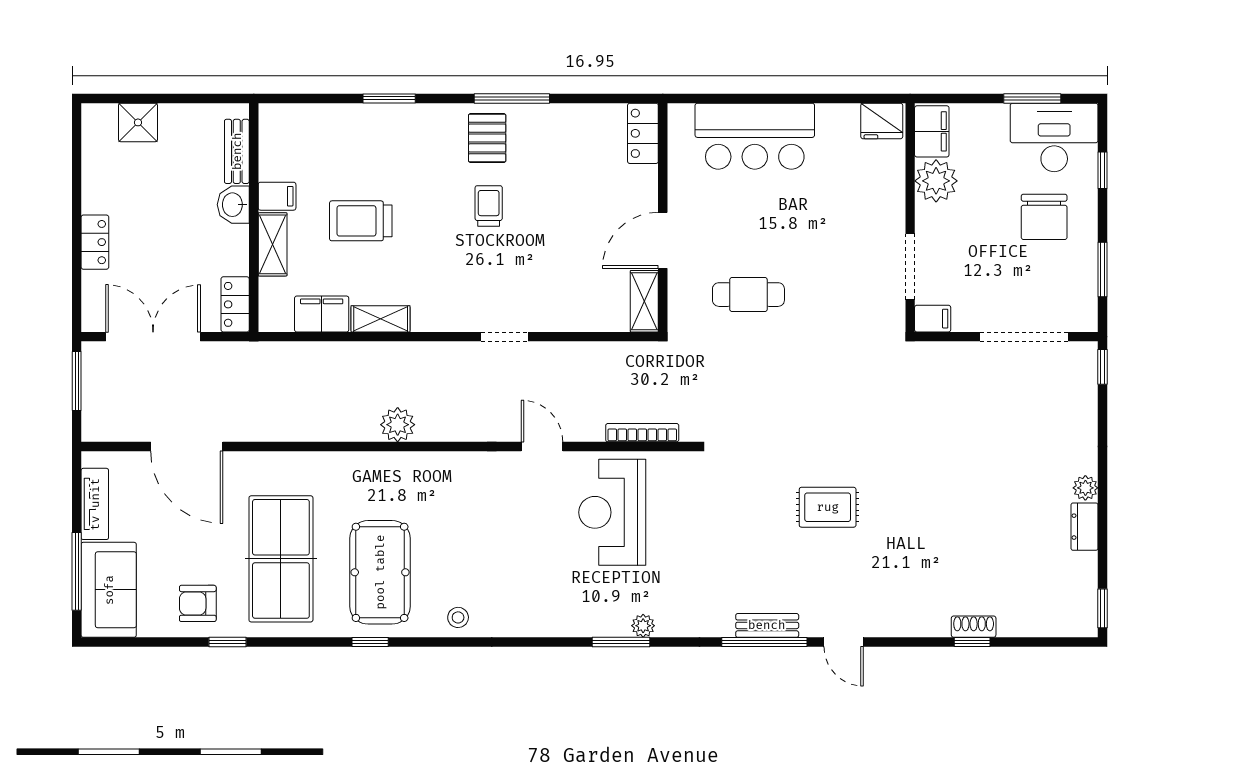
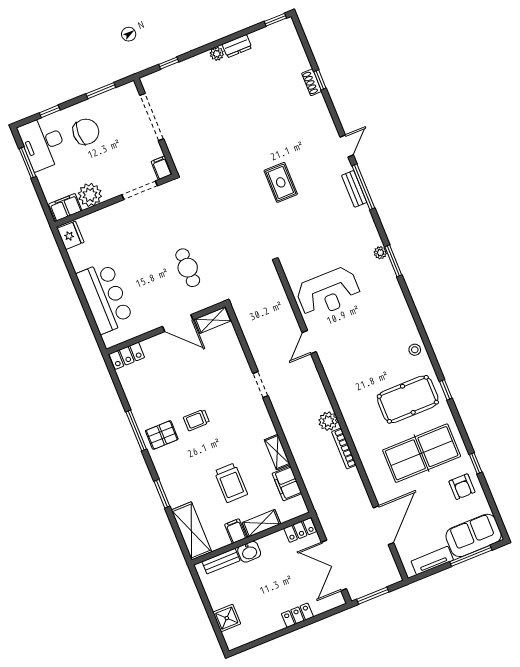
shelving: (307, 123) -> (191, 531), added
window: (1102, 367) -> (169, 63), moved
bookcase: (642, 433) -> (344, 448), moved

